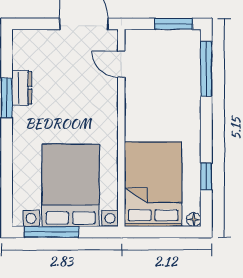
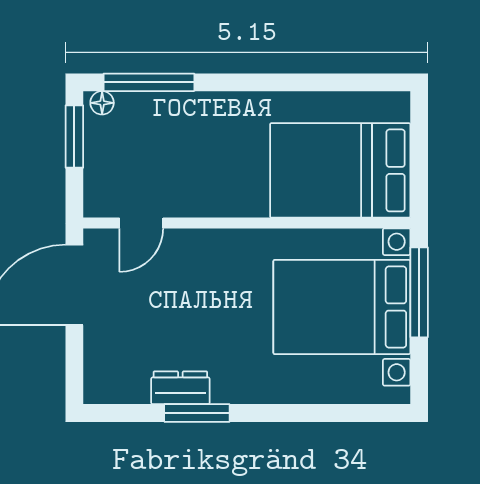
window: (206, 177) -> (327, 82), removed
floor lamp: (194, 220) -> (102, 103), moved
window: (52, 232) -> (419, 292), moved

